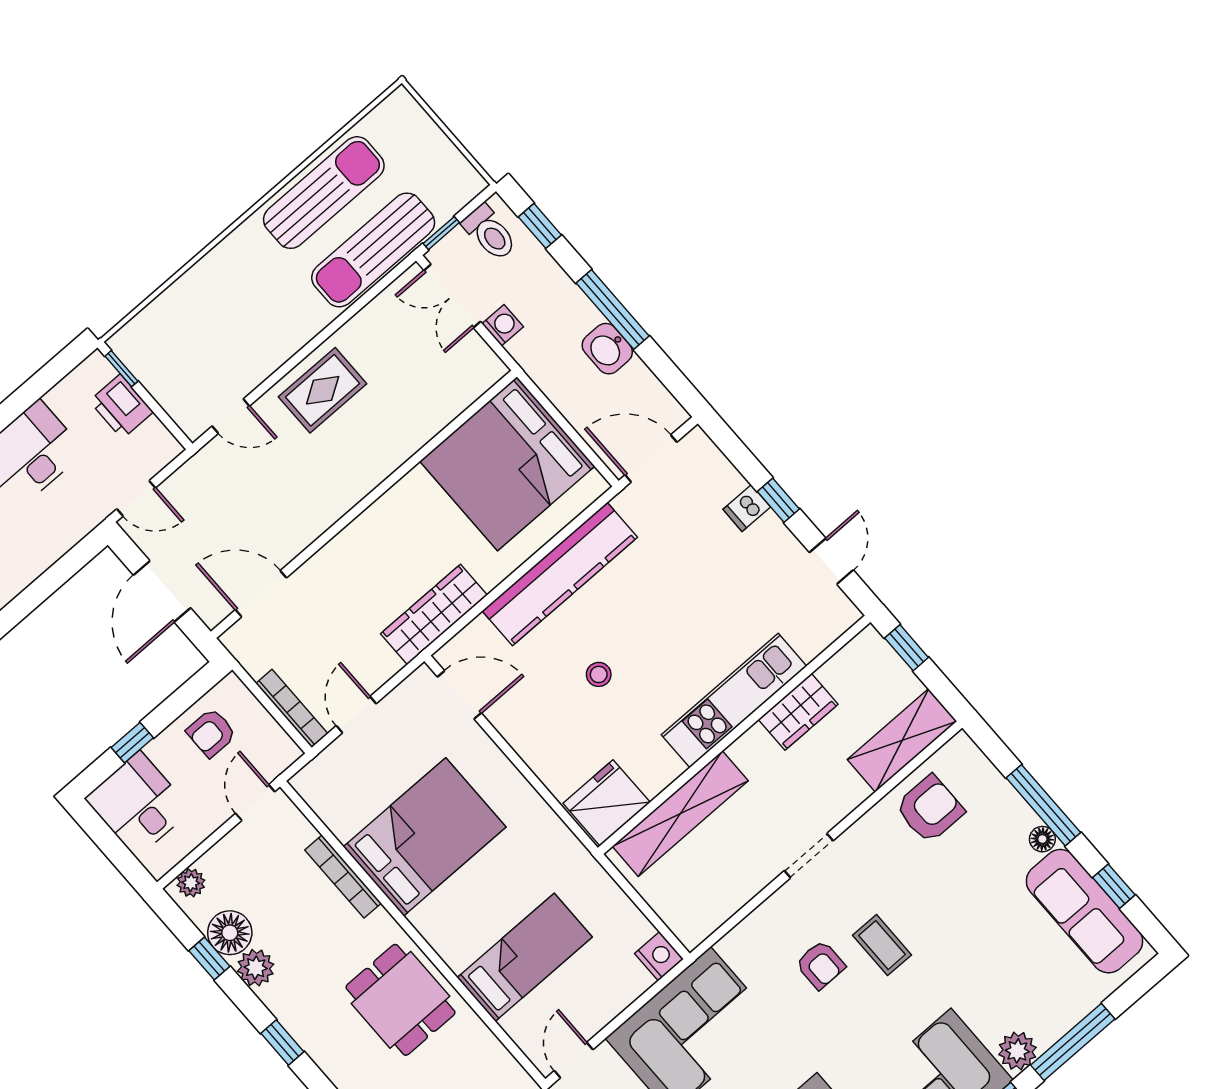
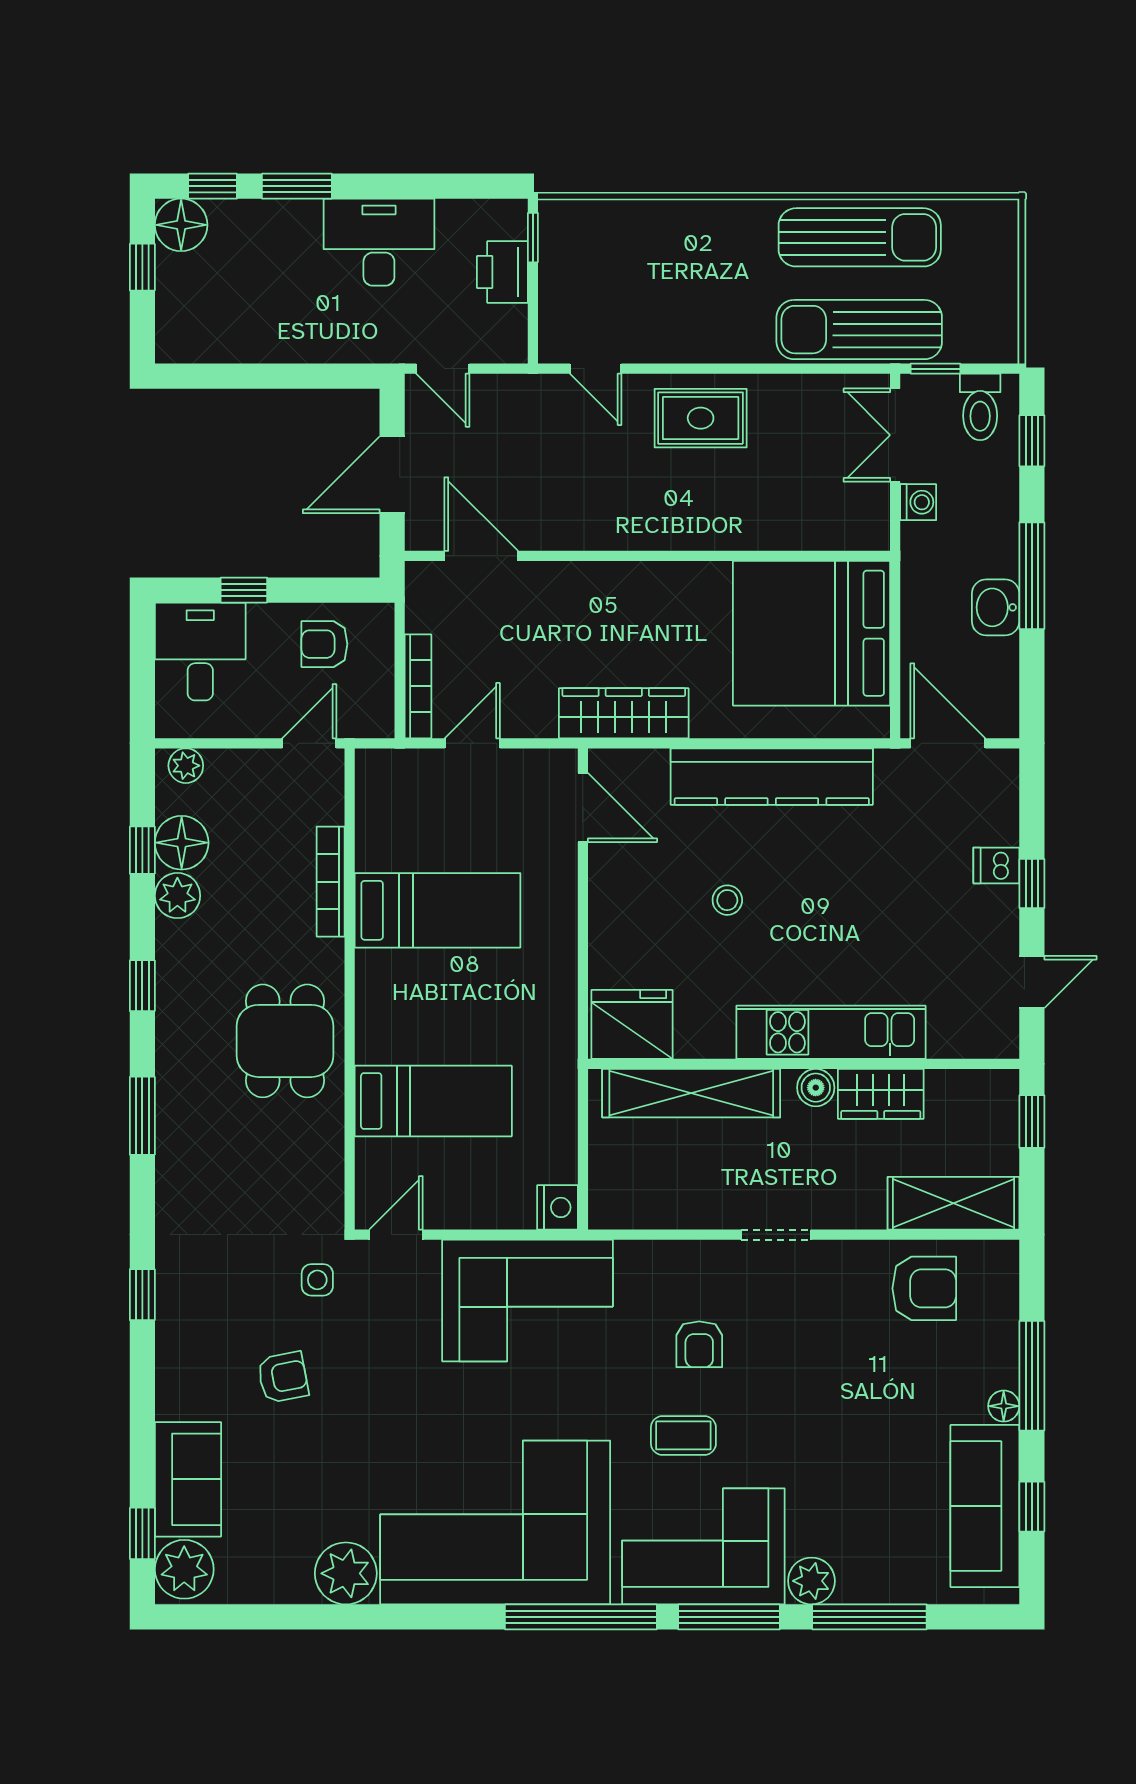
boiler: (754, 743) -> (816, 1088), added
bed: (425, 837) -> (438, 910), width x0.67
coffee table: (882, 945) -> (683, 1435), moved, turned 90

